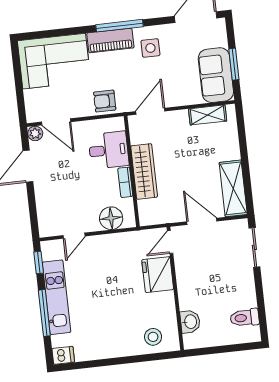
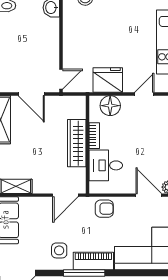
fridge: (158, 275) -> (108, 80), moved, turned -90

